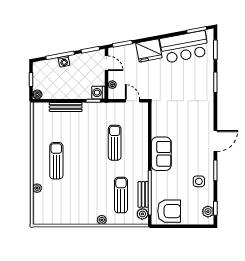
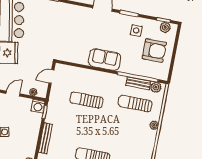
armchair: (169, 211) -> (154, 50), moved, turned 90

